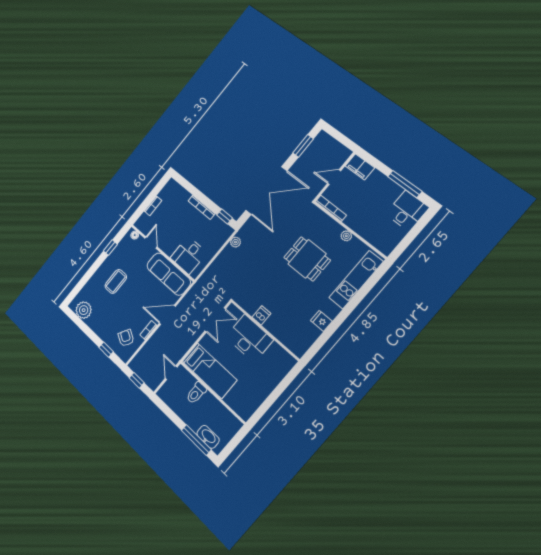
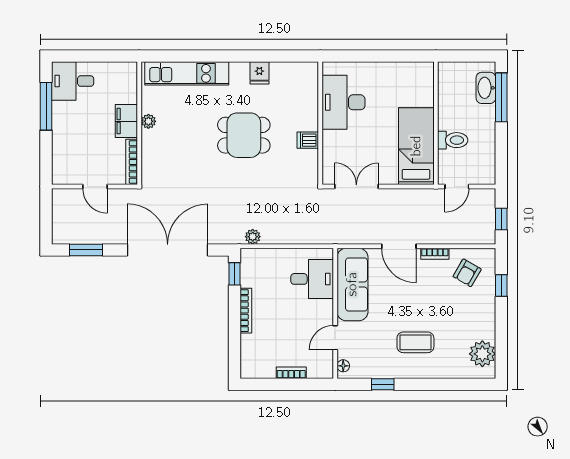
filing cabinet: (360, 167) -> (126, 121), moved, turned 180
dining table: (307, 259) -> (244, 135), moved, turned 90
desk: (249, 338) -> (343, 102), moved

